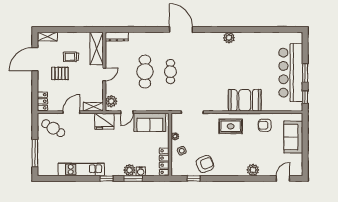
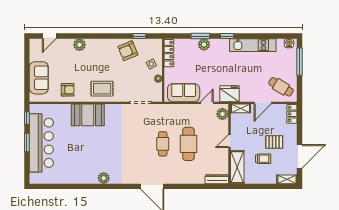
water cooler: (141, 171) -> (289, 43), moved

